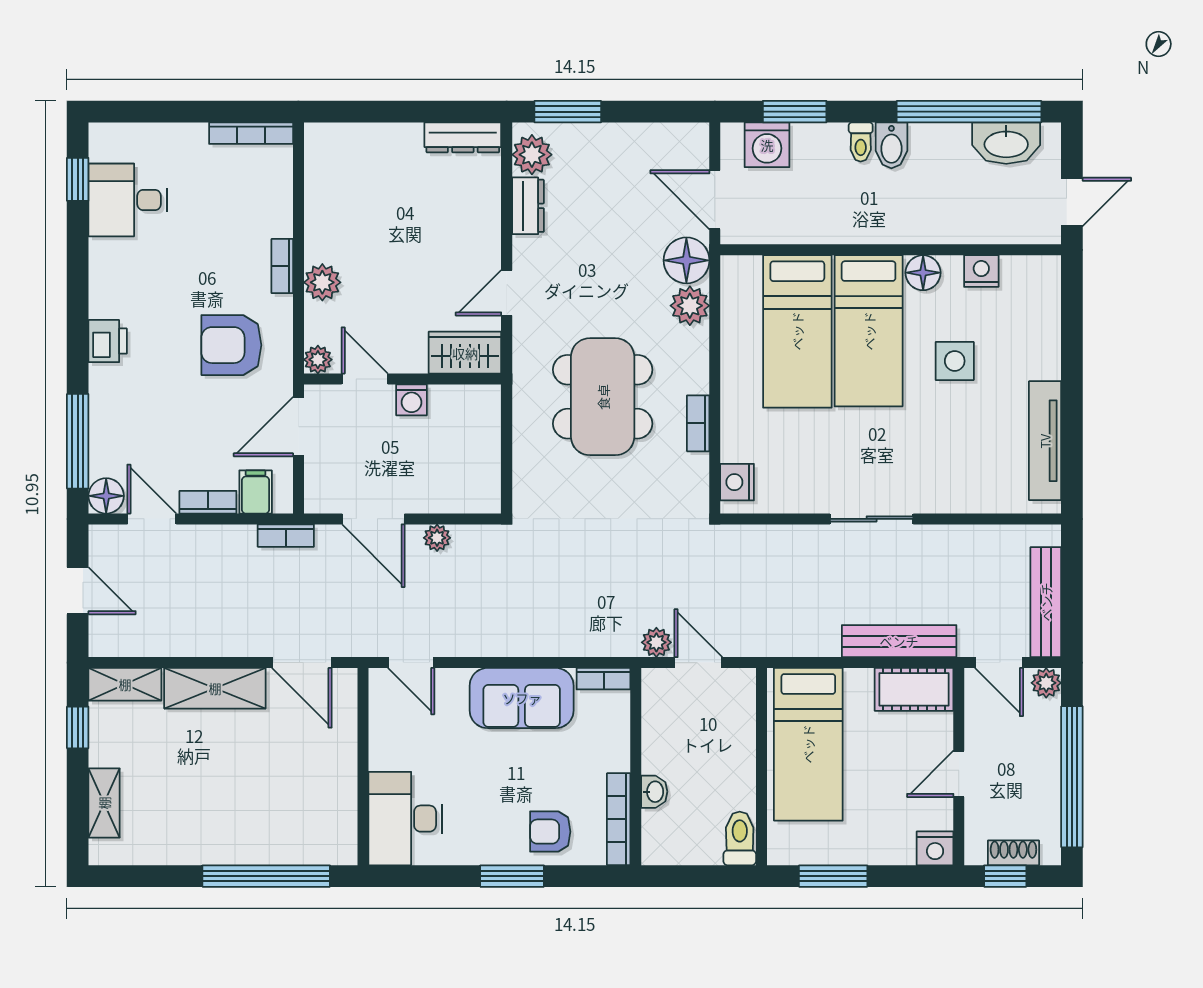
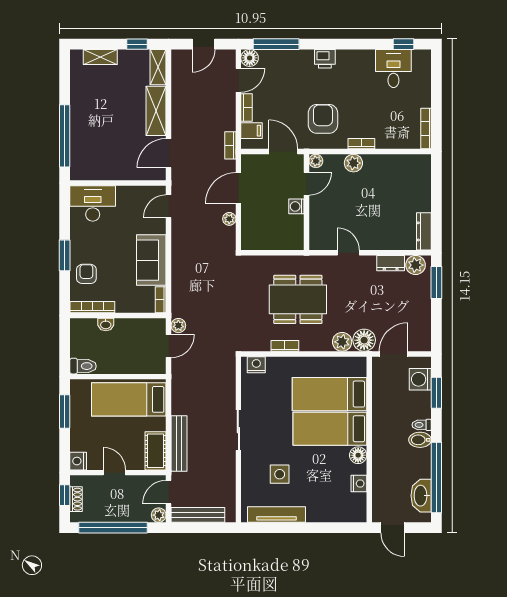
wardrobe: (465, 353) -> (319, 232), removed
side table: (955, 361) -> (280, 474), moved

